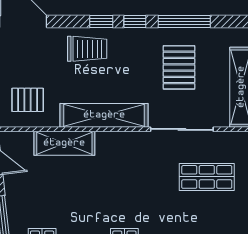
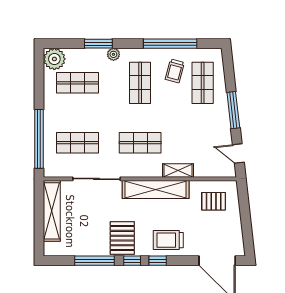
pallet: (179, 67) -> (122, 238), moved
shelving: (64, 143) -> (178, 170), width x0.67, depth x0.75
shop shelf: (124, 177) -> (140, 143), added

